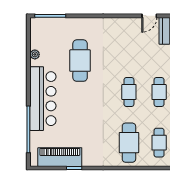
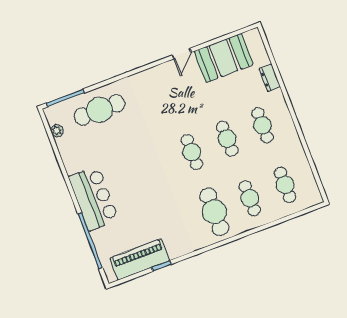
plant: (35, 54) -> (57, 131), moved
cafe table: (80, 61) -> (99, 110), moved, turned 90
bar counter: (43, 99) -> (94, 198), width x0.73

